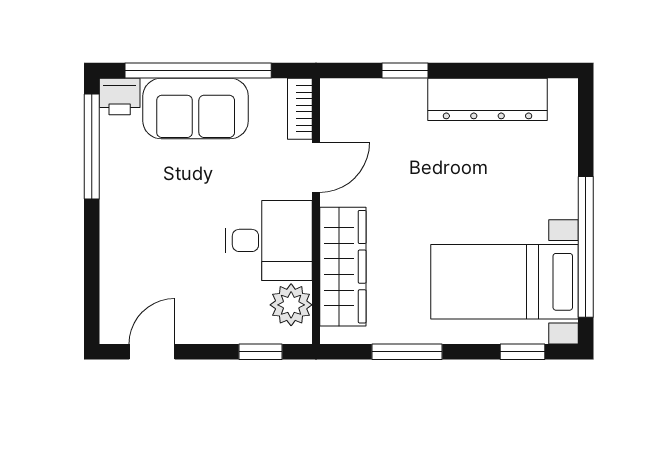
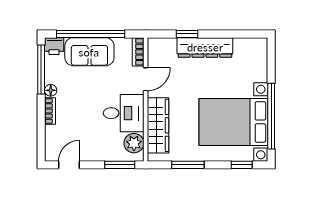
dresser: (487, 99) -> (205, 47), moved
floor lamp: (112, 191) -> (51, 90), added
bookcase: (111, 236) -> (50, 111), added
bed with nightstands: (505, 282) -> (233, 122), width x1.36
window: (261, 352) -> (120, 165), width x1.50

